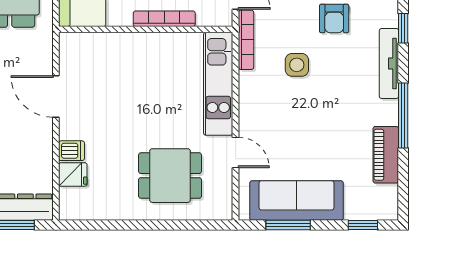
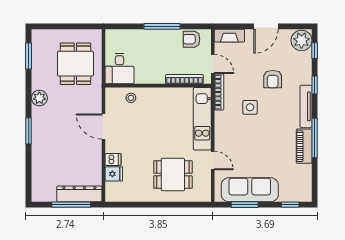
bookcase: (164, 19) -> (184, 79), moved
stool: (101, 49) -> (131, 98), added
piano: (386, 155) -> (304, 146), moved

